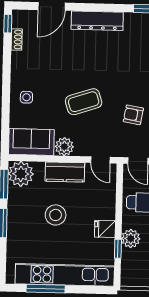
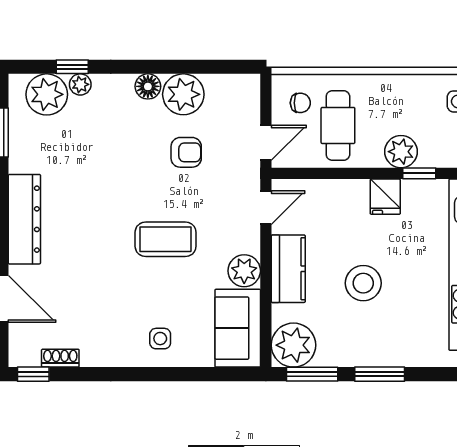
coffee table: (84, 102) -> (166, 239), turned -72
armchair: (133, 115) -> (186, 152), turned -100

